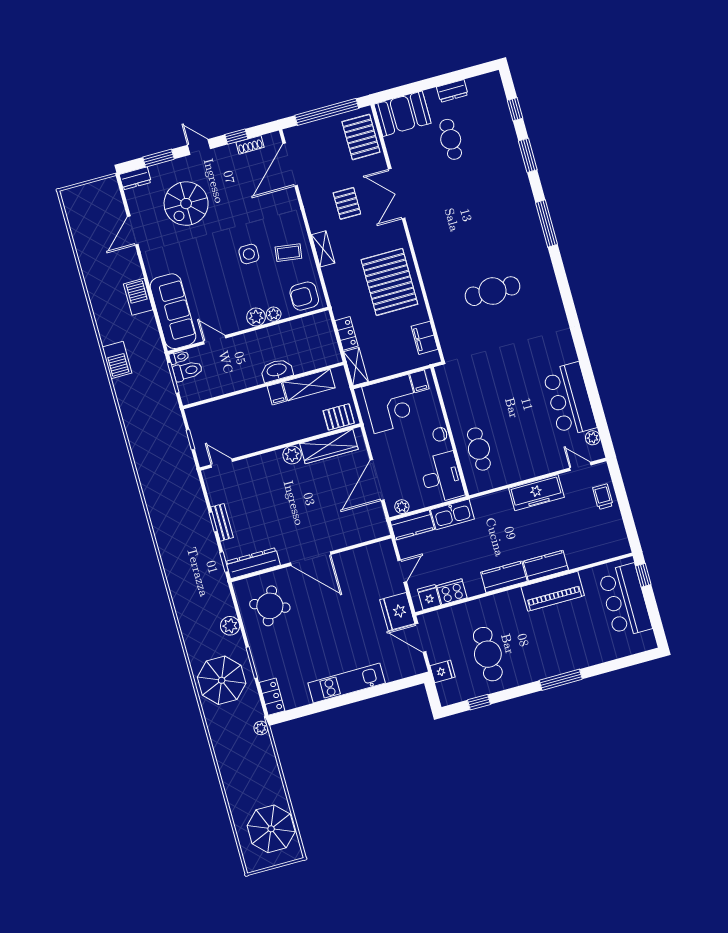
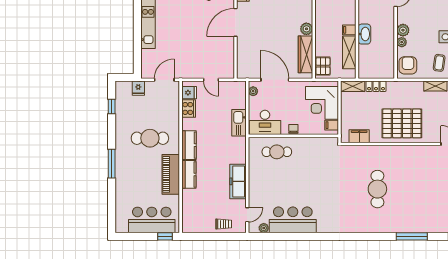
kitchen counter: (412, 525) -> (239, 95), removed
fridge: (397, 612) -> (185, 69), removed
cafe table: (488, 654) -> (150, 138), moved

